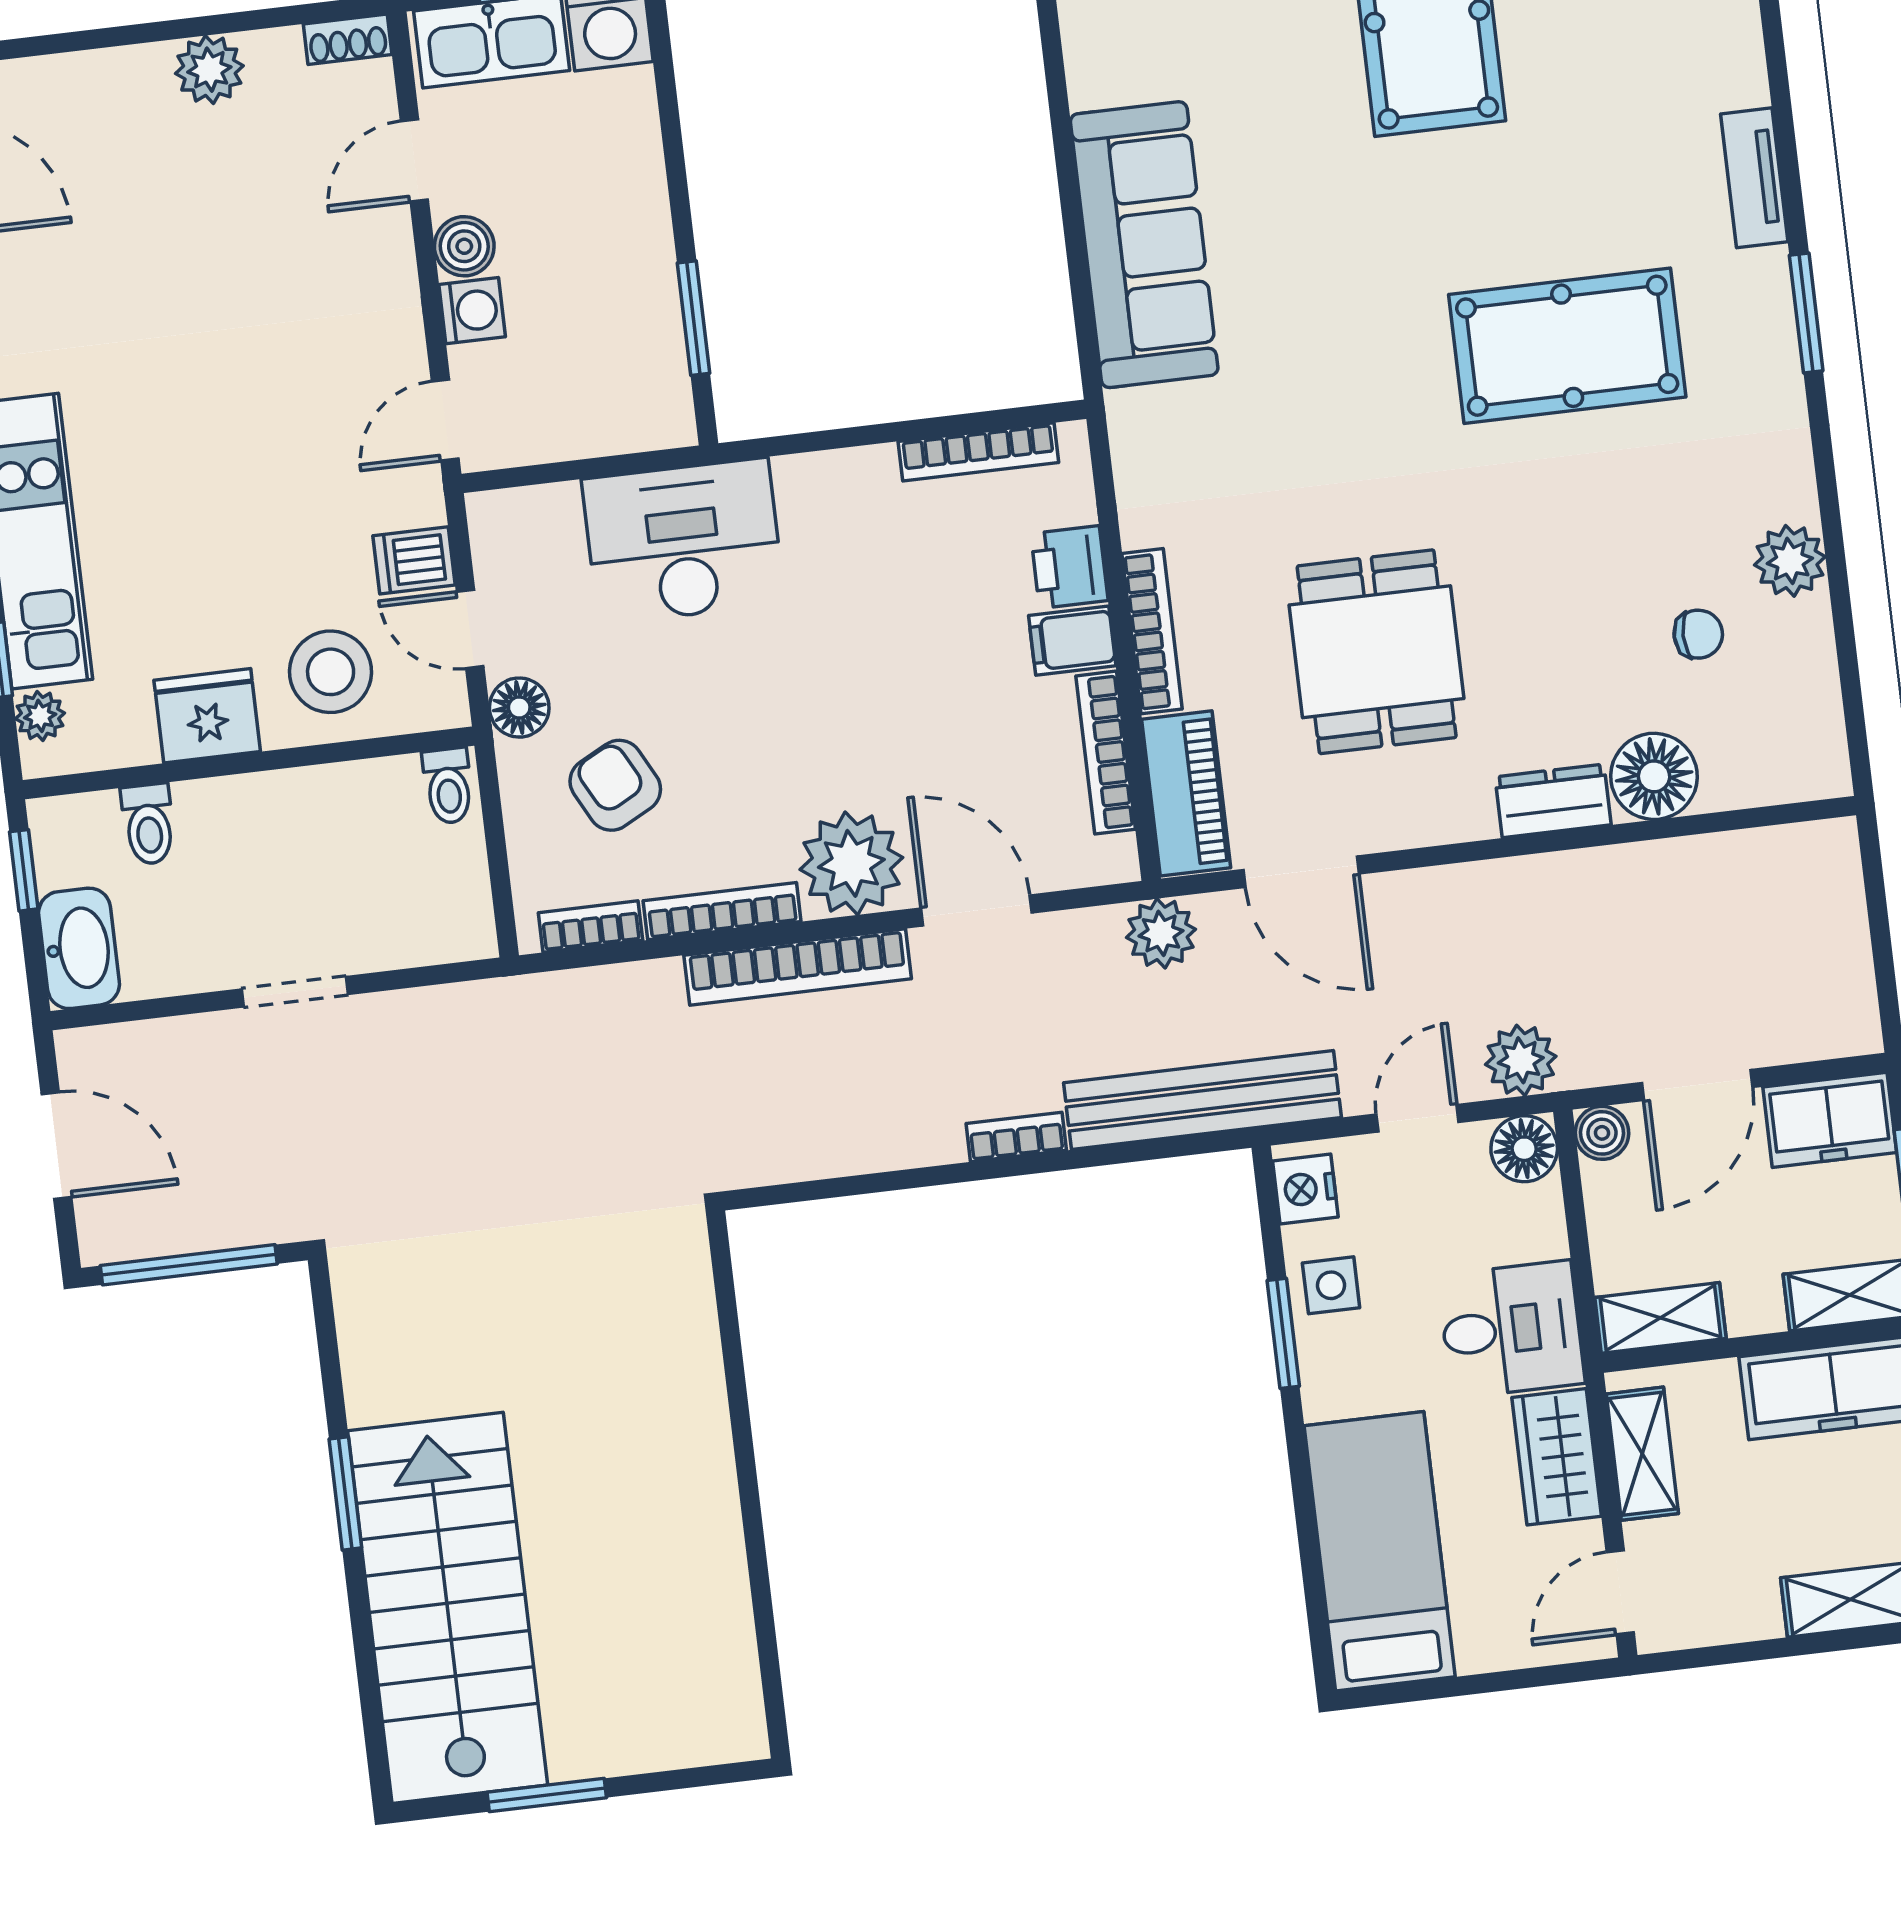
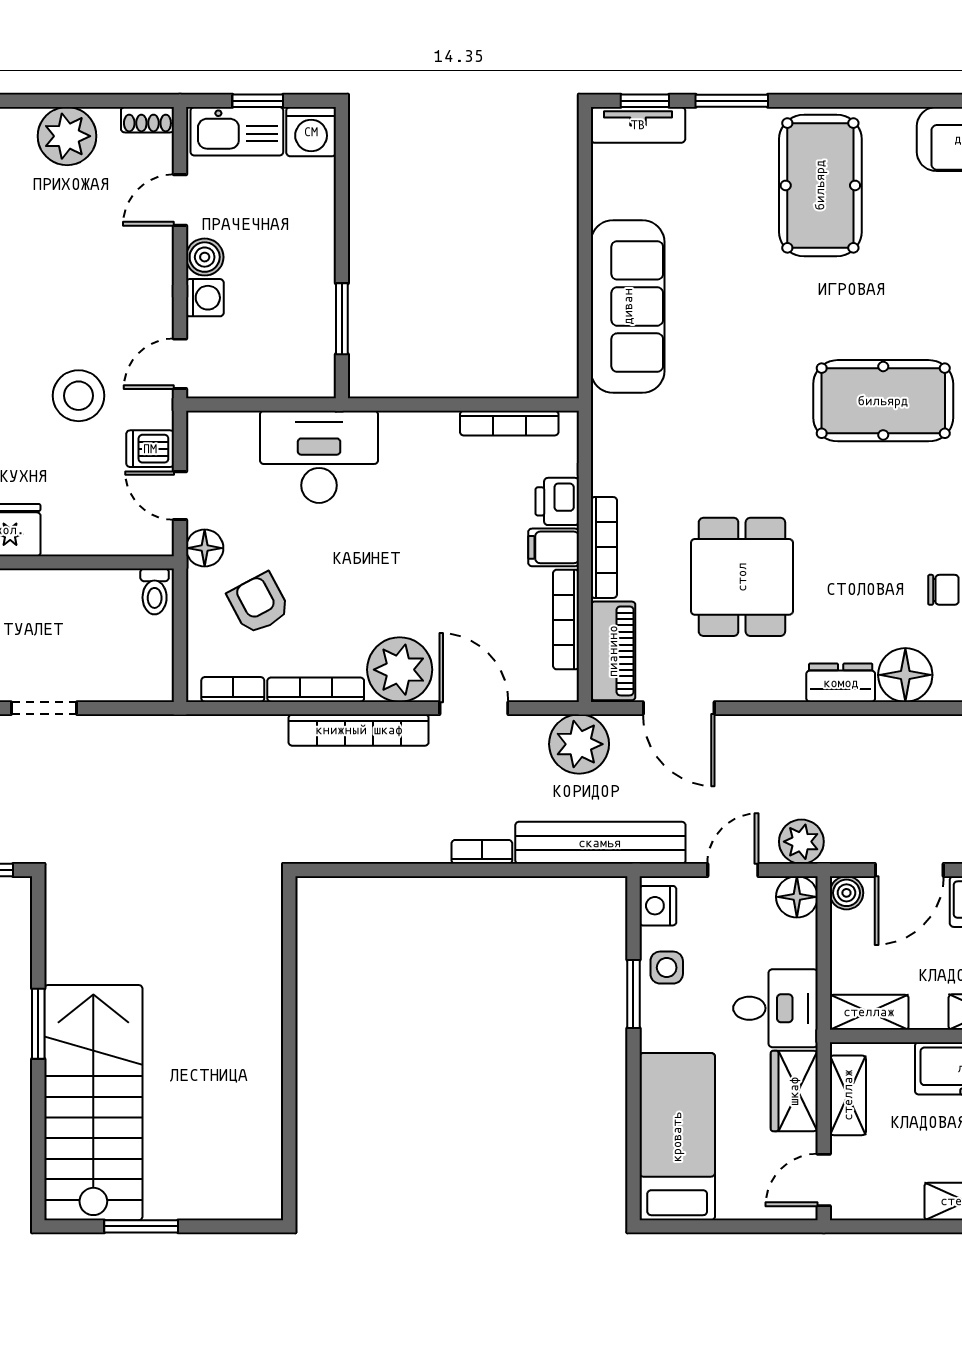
plant: (209, 70) -> (67, 136), width x1.36, depth x1.36
stool: (331, 672) -> (79, 396), moved
plant: (1161, 933) -> (579, 744), width x1.36, depth x1.36

